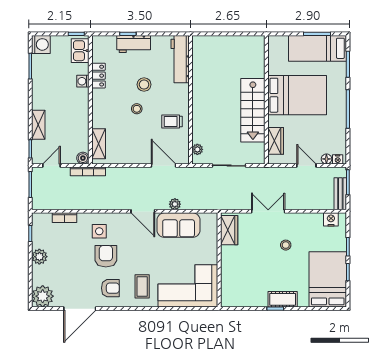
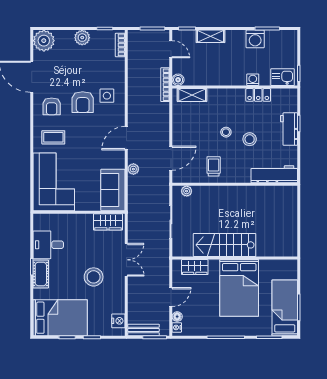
washing machine: (41, 44) -> (255, 39), moved
bookcase: (64, 218) -> (120, 45), moved
sofa: (179, 225) -> (113, 190), moved
stool: (286, 245) -> (94, 277), width x1.89, depth x1.89
armchair: (106, 256) -> (83, 102), turned 90
desk: (253, 292) -> (48, 245), added

